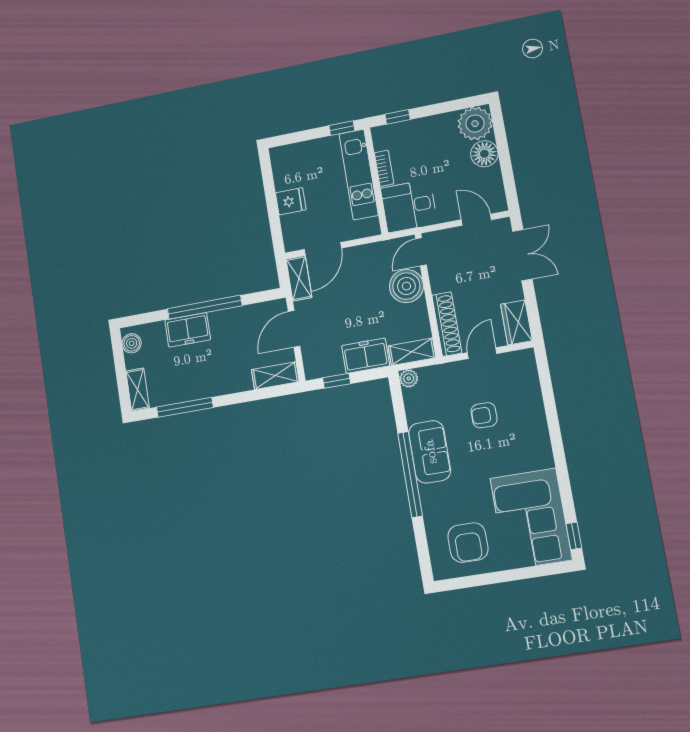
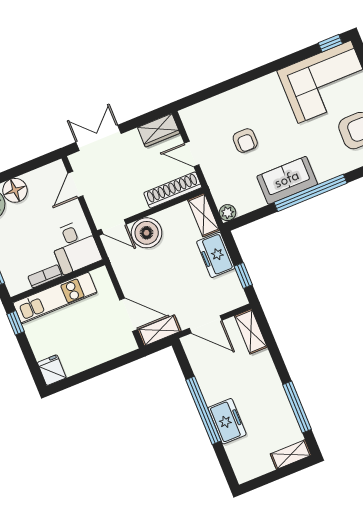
fridge: (291, 201) -> (52, 370), moved
boiler: (132, 343) -> (250, 470), removed

